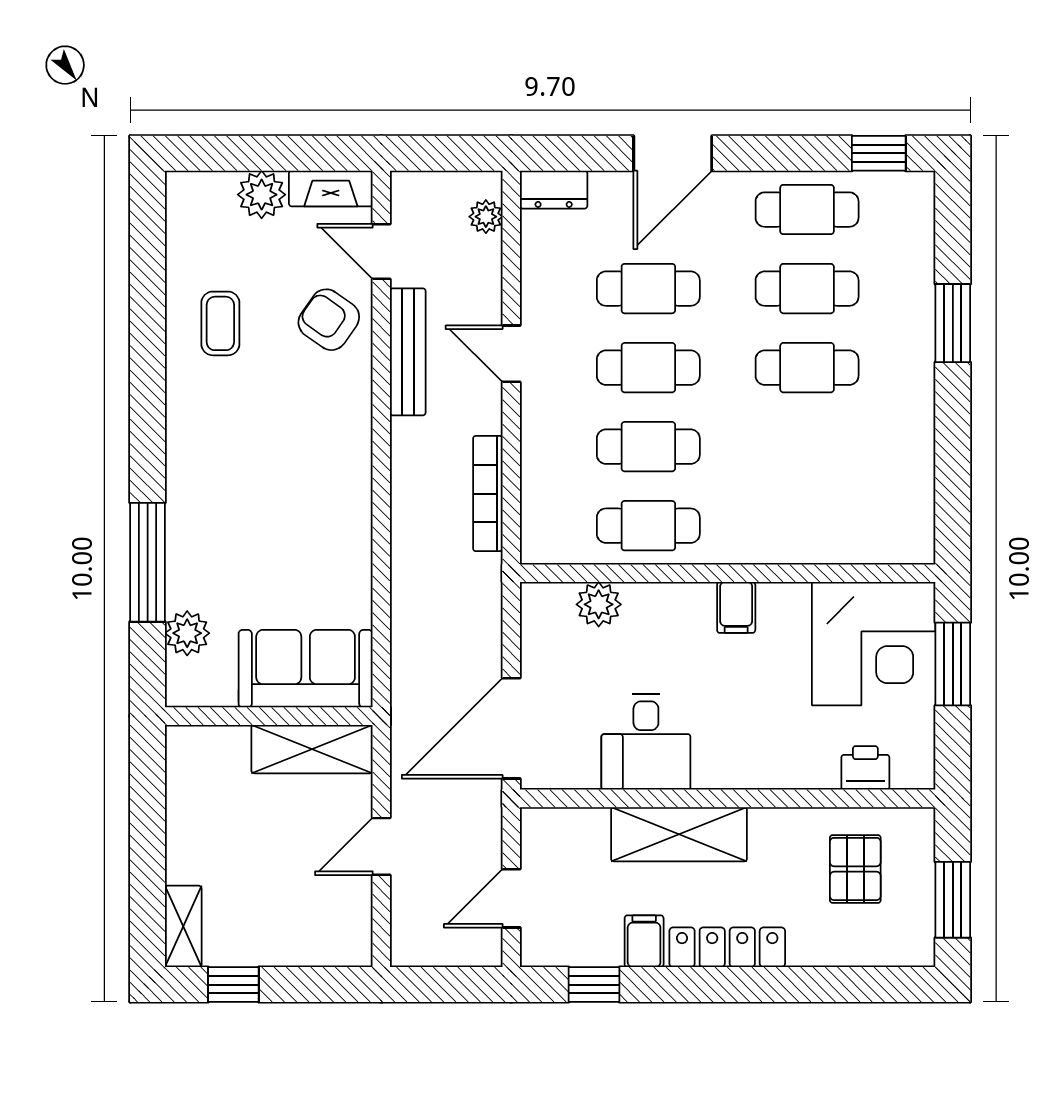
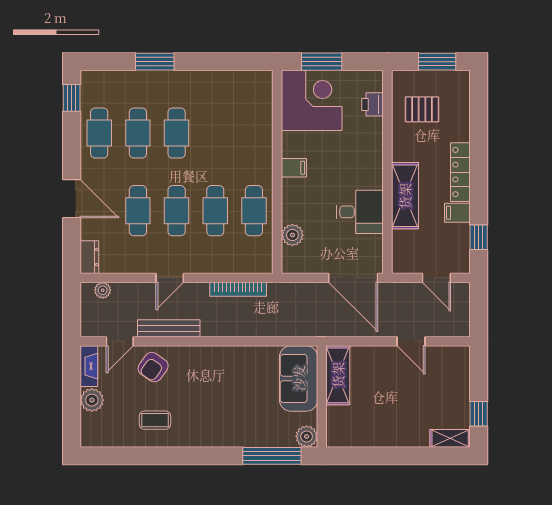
sofa: (306, 669) -> (299, 378), moved
wall: (269, 716) -> (322, 396), moved
shelving: (312, 749) -> (338, 375), moved

